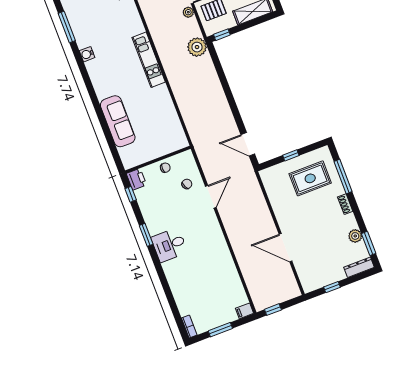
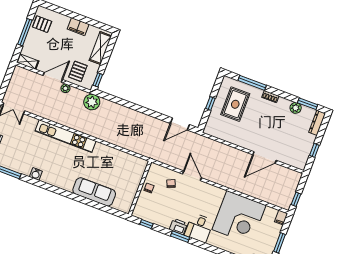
kitchen unit: (149, 60) -> (66, 136), width x1.36
printer: (136, 179) -> (178, 227), moved
corner desk: (211, 273) -> (239, 217), added

